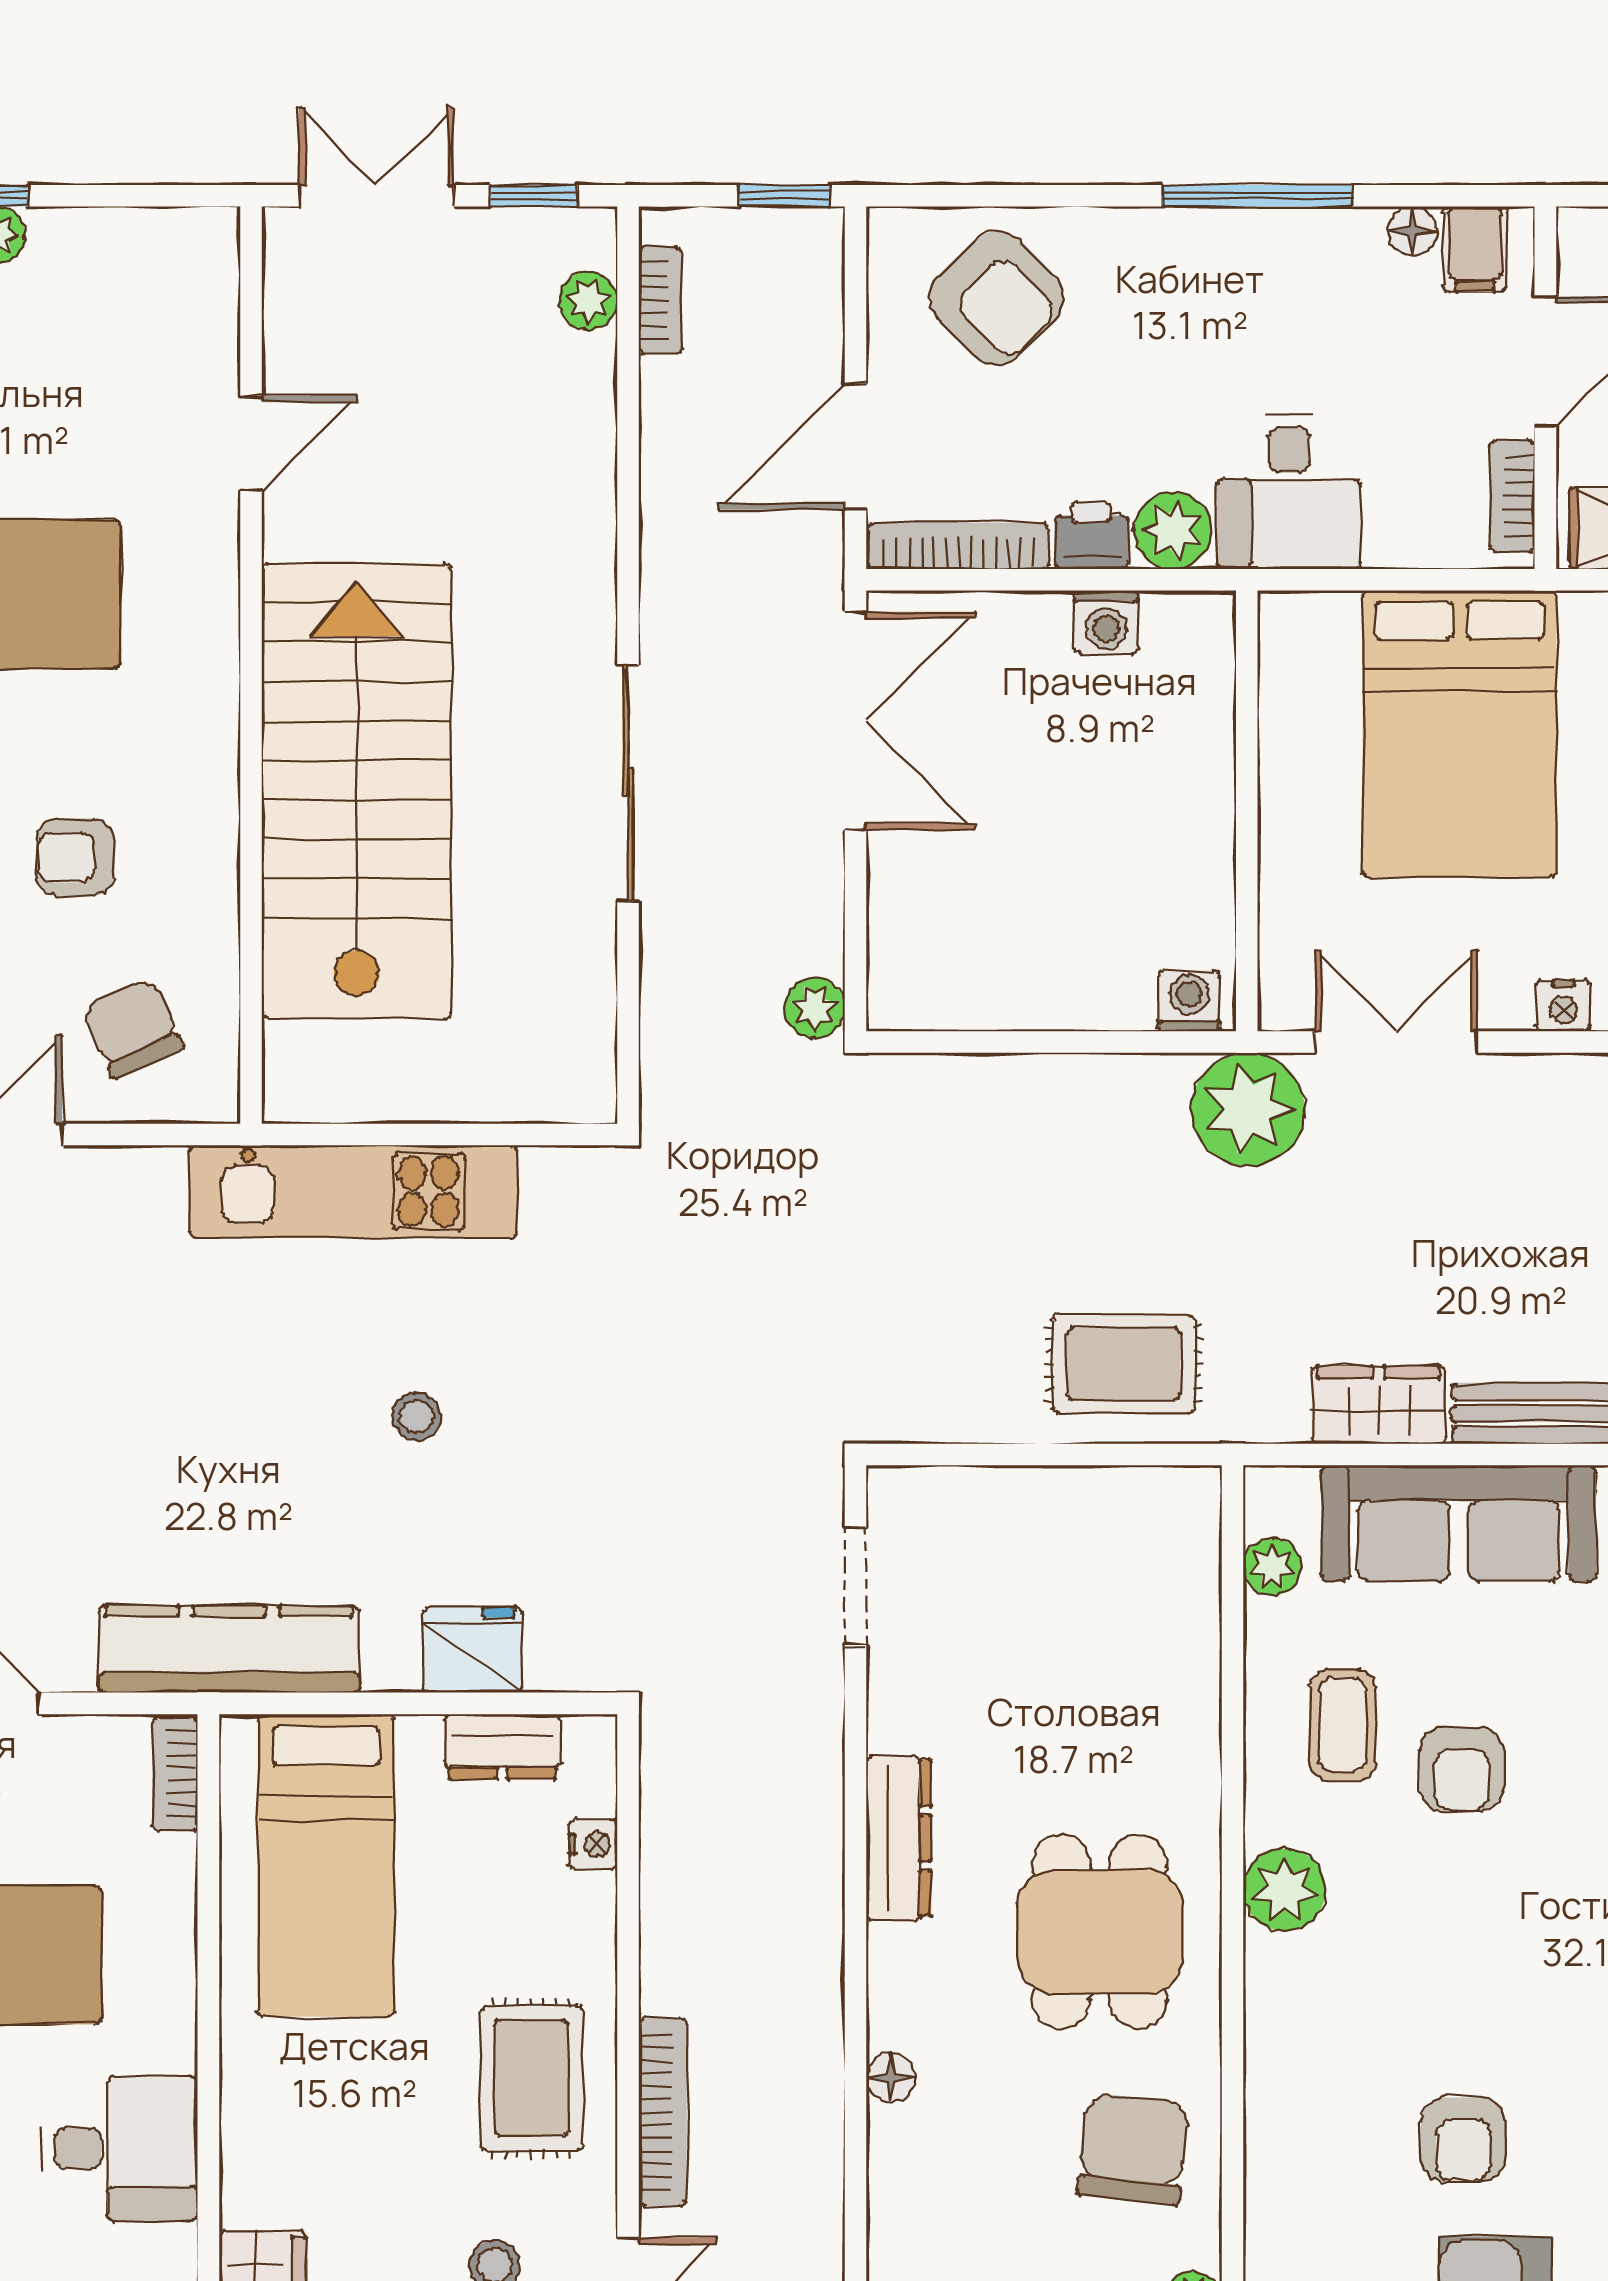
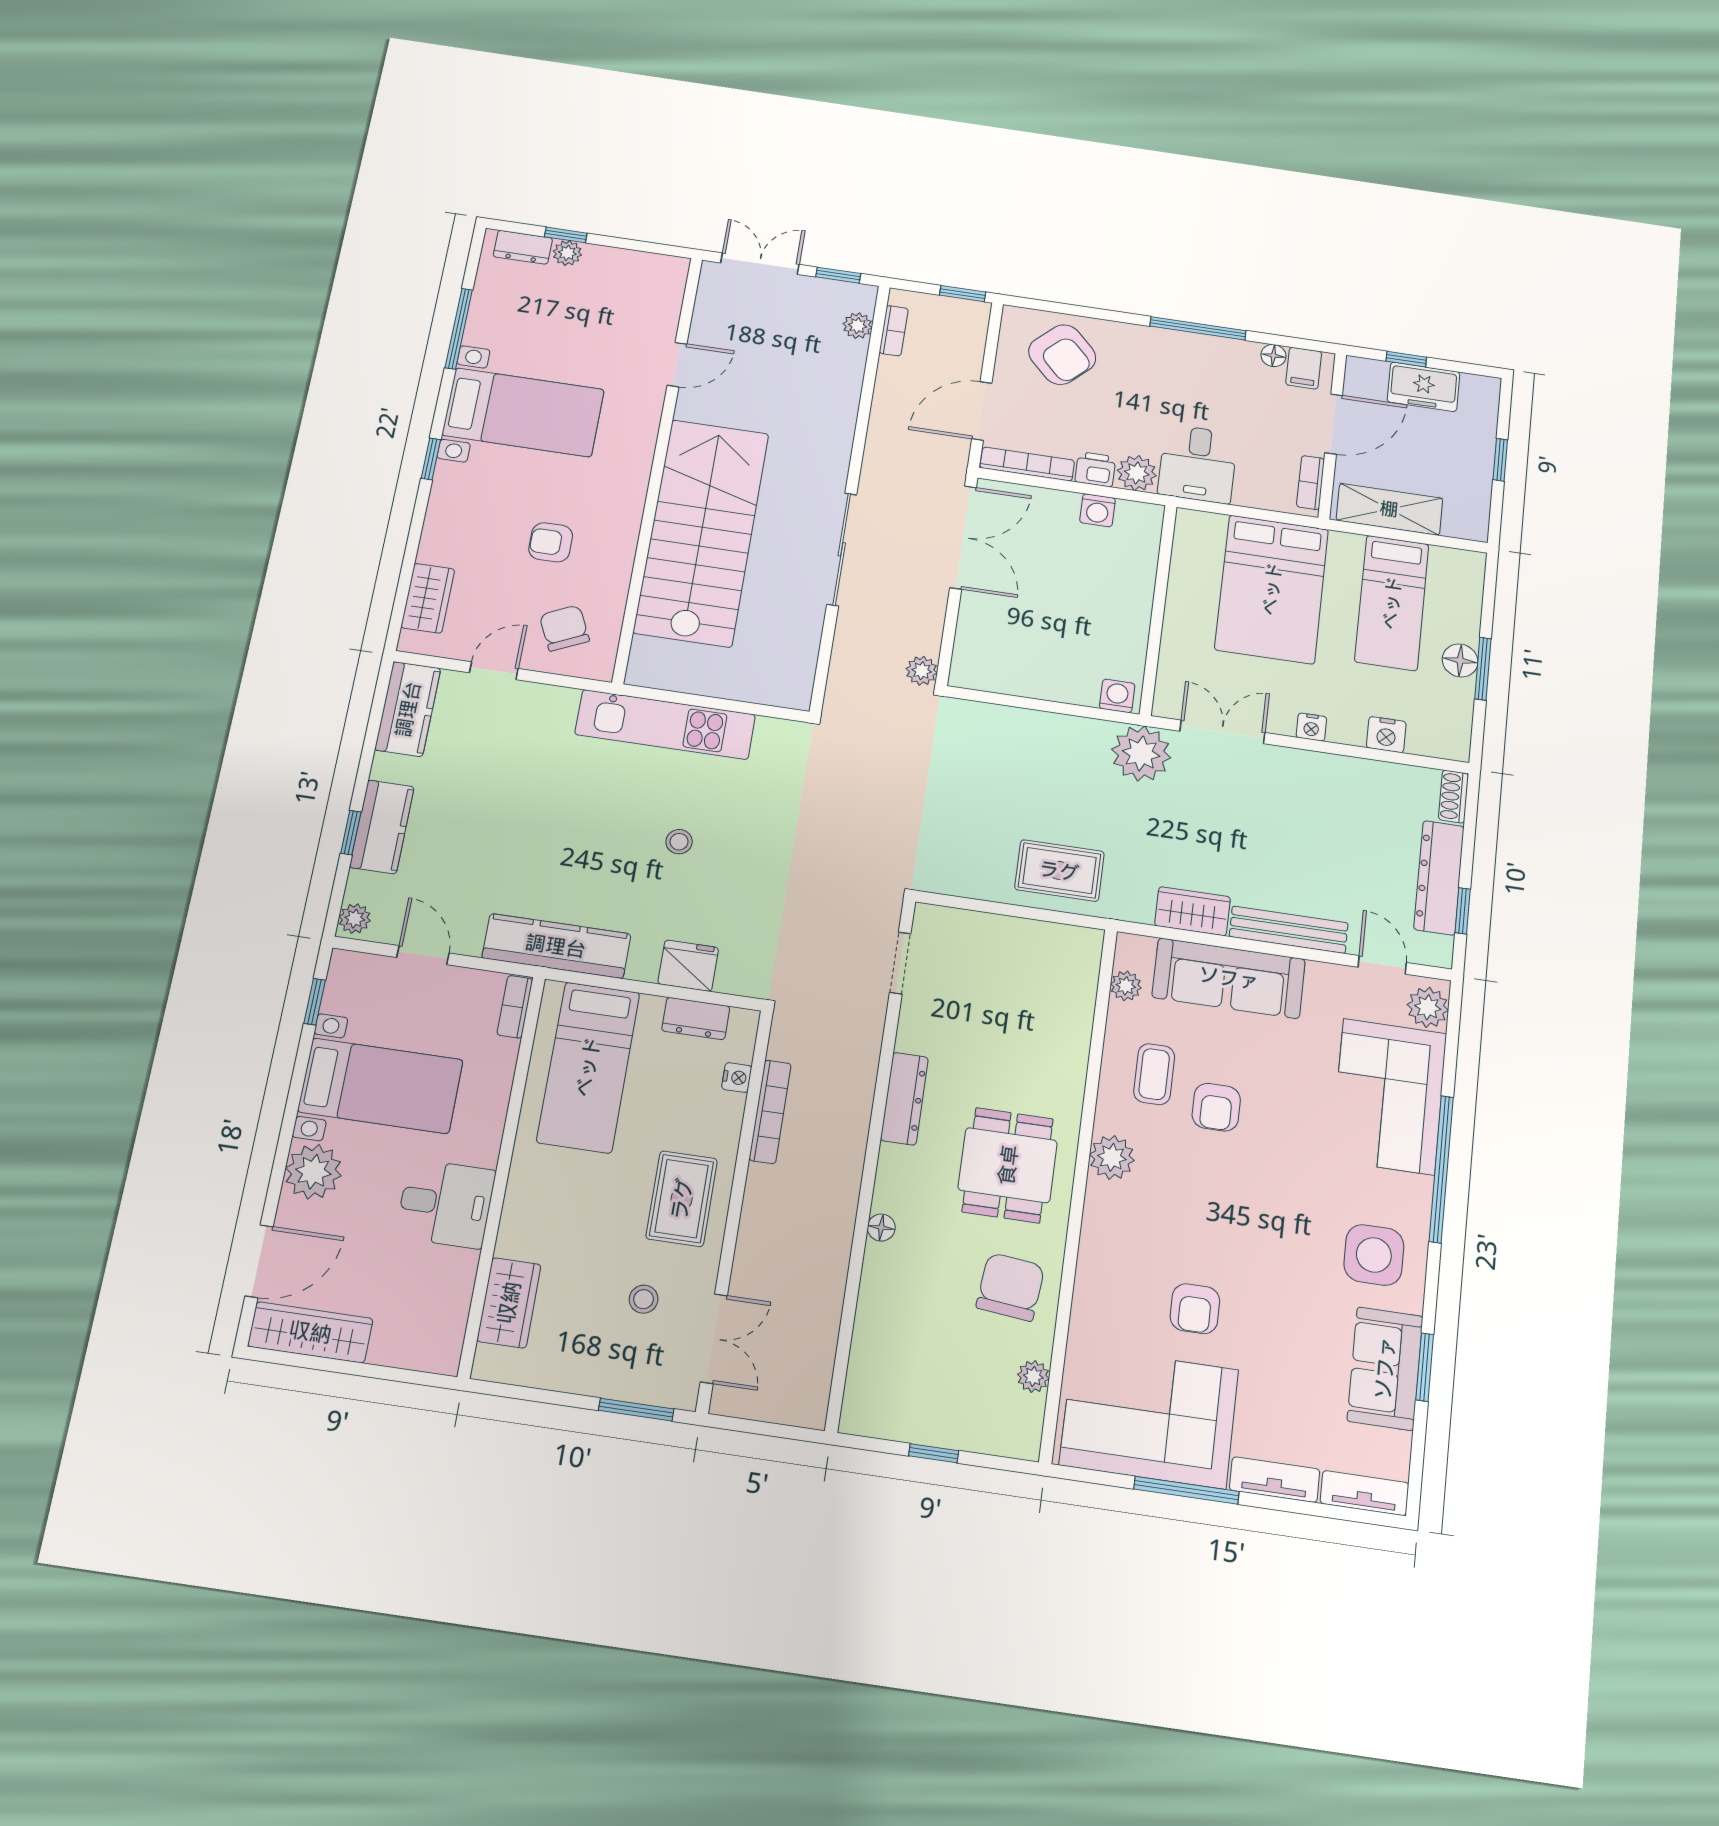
bookcase: (663, 2112) -> (770, 1112), moved

